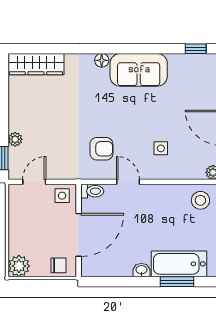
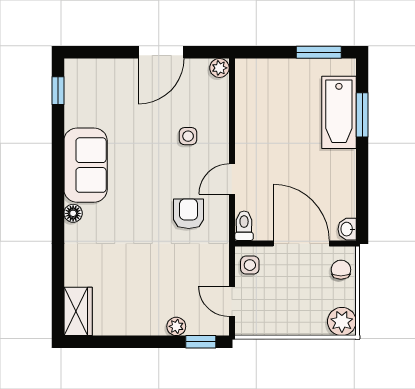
wardrobe: (36, 64) -> (78, 311), width x0.67
stool: (200, 200) -> (256, 84), removed
washbasin: (141, 270) -> (347, 229), moved

